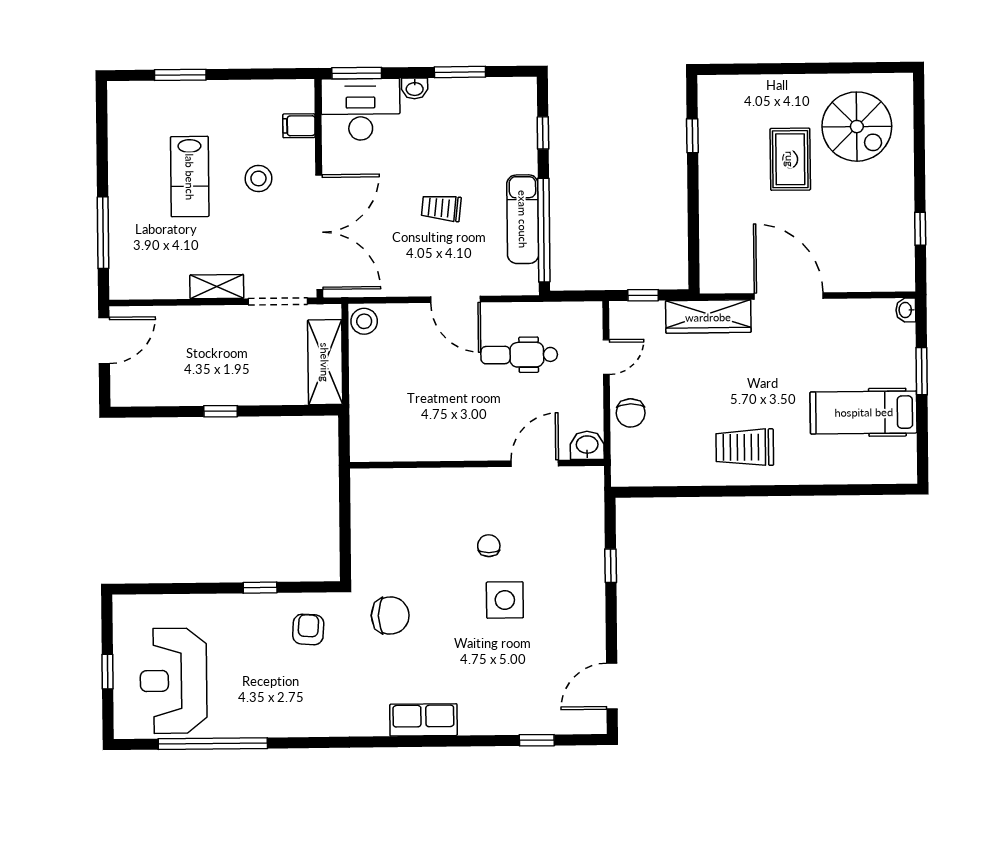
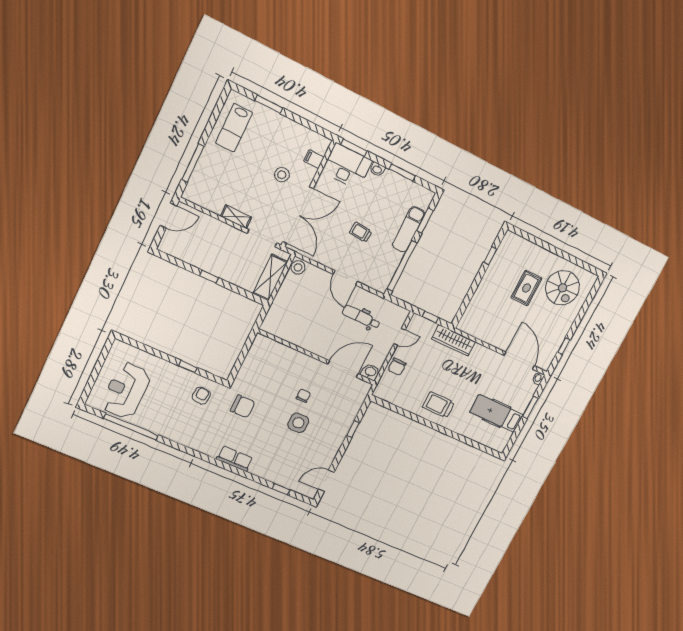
window: (543, 133) -> (425, 221), width x1.50
lab bench: (190, 177) -> (234, 128), moved
exam couch: (523, 219) -> (409, 229), moved
door: (789, 296) -> (519, 361), moved
door: (535, 463) -> (343, 369), width x1.36
window: (107, 672) -> (96, 372), removed

